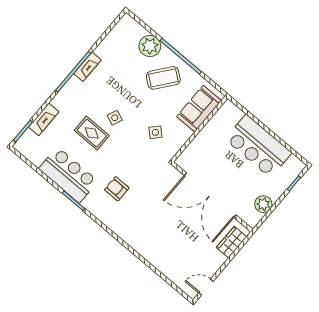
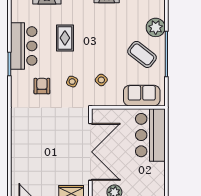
side table: (115, 118) -> (72, 82), moved
bar counter: (258, 146) -> (150, 135), moved
double door: (210, 195) -> (90, 152), swing flipped

